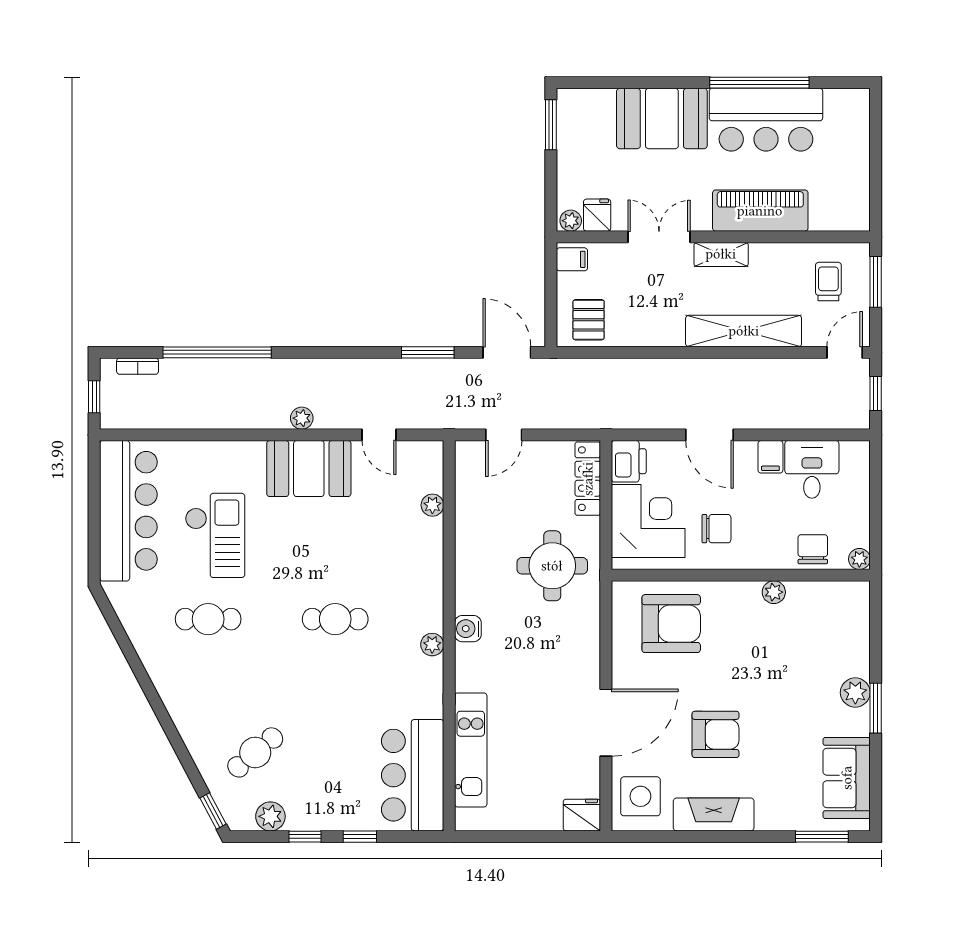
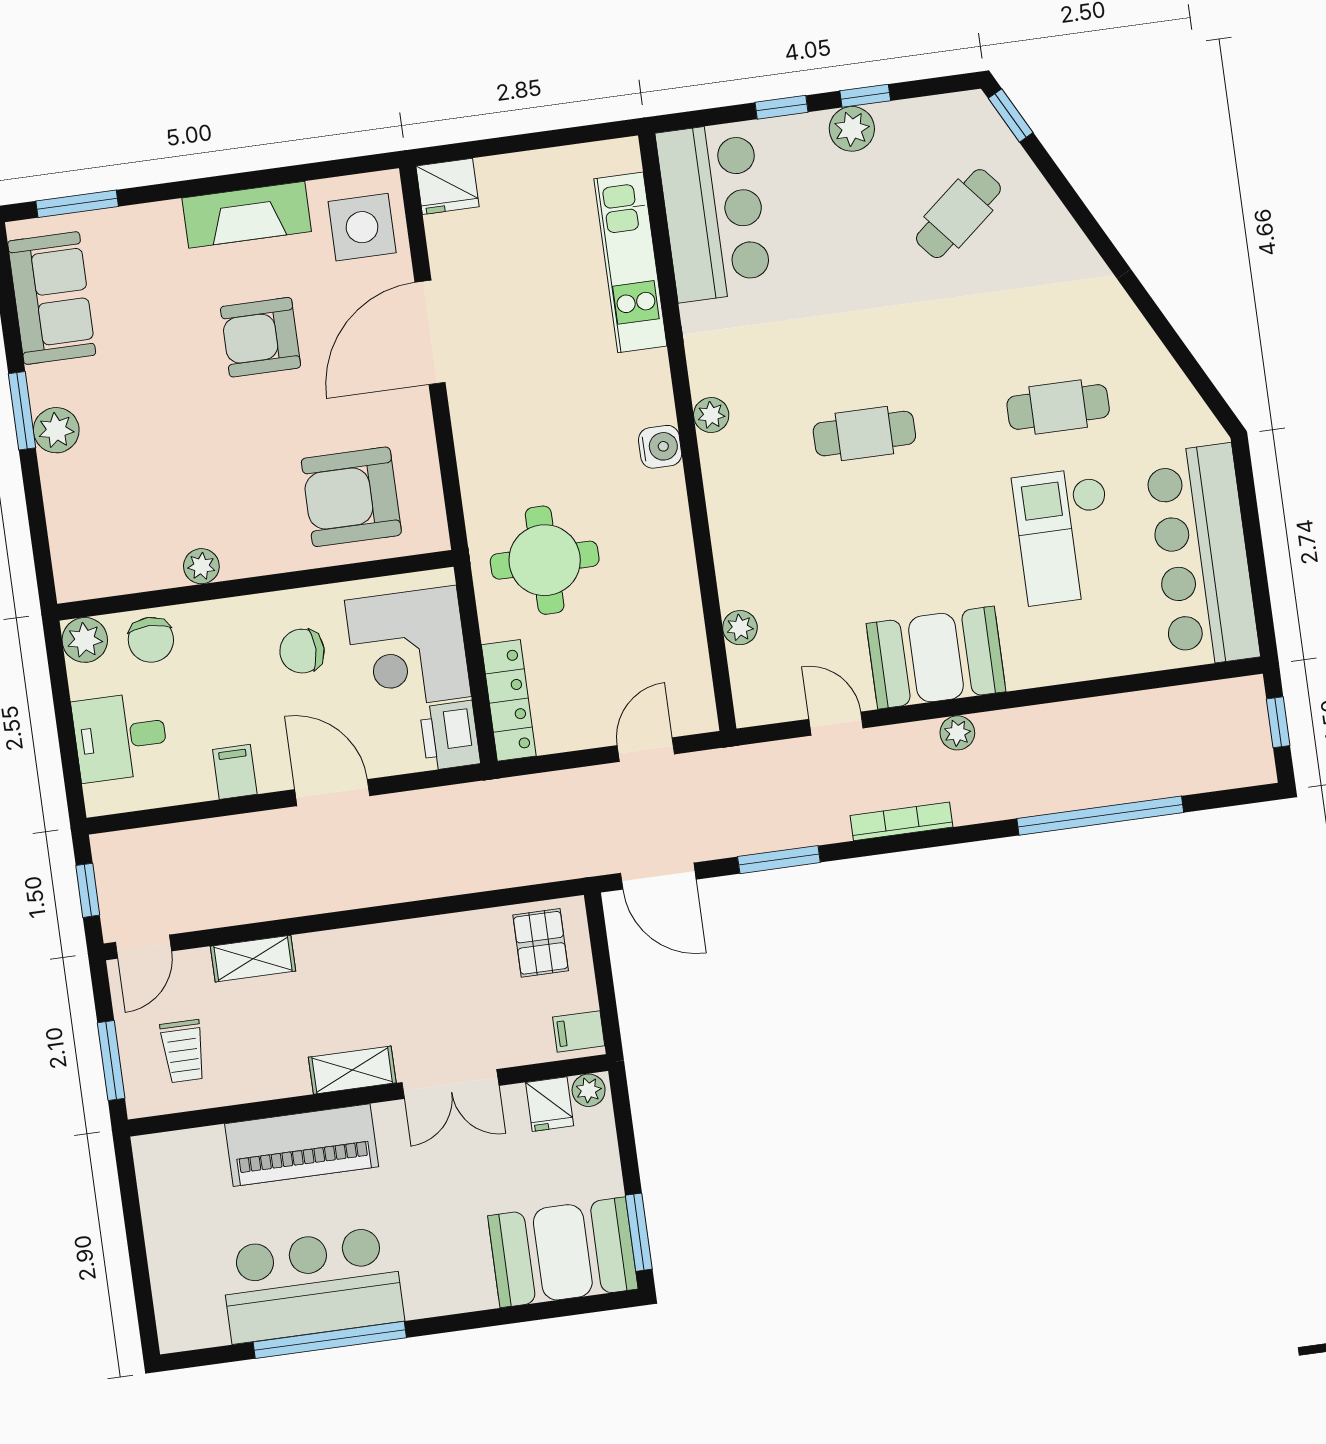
booth: (662, 119) -> (563, 1252), moved
shelving: (744, 331) -> (253, 959), width x0.45, depth x0.75
bookcase: (138, 366) -> (902, 821), moved, width x1.56
desk: (812, 469) -> (120, 737), moved, turned 90
plant: (859, 559) -> (85, 640), width x1.38, depth x1.38
plant: (270, 816) -> (852, 129), moved

